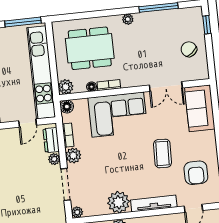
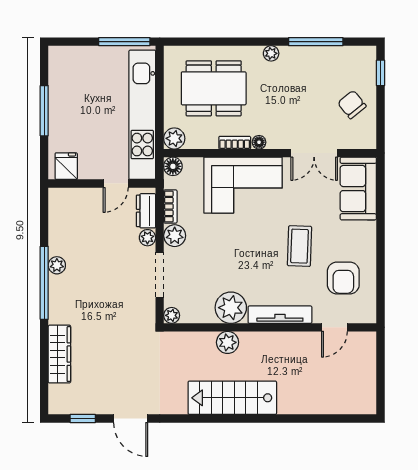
floor lamp: (92, 87) -> (259, 142), moved

